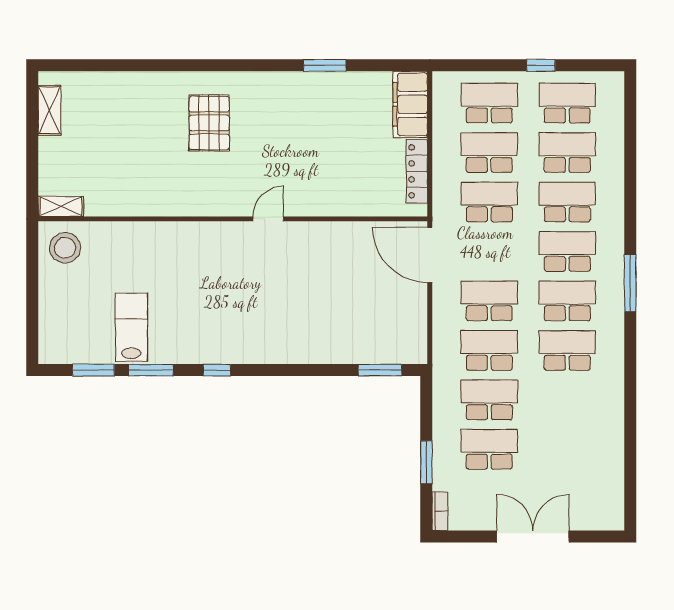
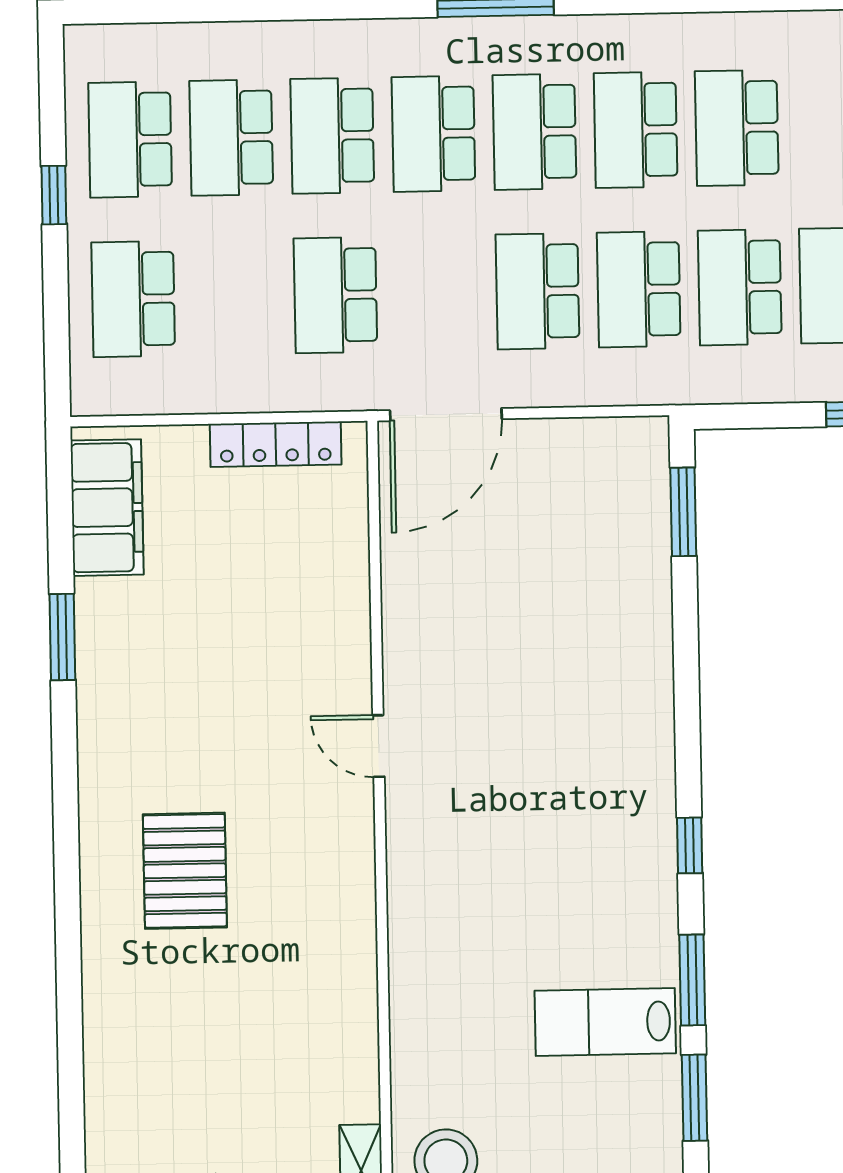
filing cabinet: (410, 104) -> (107, 508), moved, turned -90
pallet: (209, 123) -> (185, 871), turned 90
school desk: (489, 153) -> (737, 128), moved

